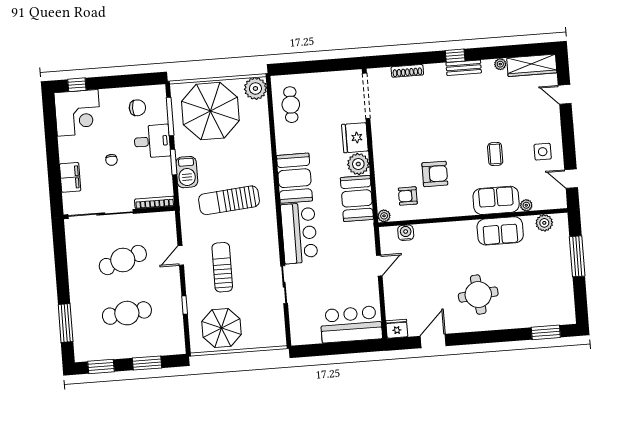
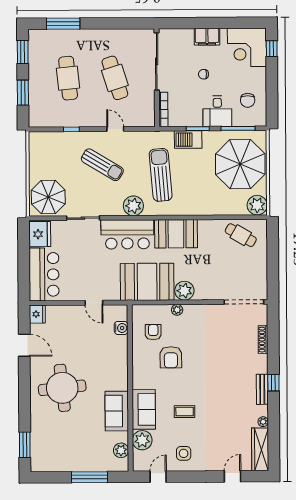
cafe table: (291, 105) -> (241, 235), turned 30
fridge: (355, 138) -> (40, 234), moved, turned 90
filing cabinet: (70, 177) -> (207, 37), moved
booth: (357, 198) -> (147, 282), width x1.36, depth x1.42
plant: (526, 205) -> (142, 440), width x1.87, depth x1.87
plant: (384, 216) -> (177, 310), moved
plant: (266, 229) -> (133, 206), added
sun lounger: (222, 267) -> (102, 165), turned 31
round table: (478, 295) -> (62, 388), width x1.36, depth x1.36
parasol: (222, 328) -> (48, 197), moved

